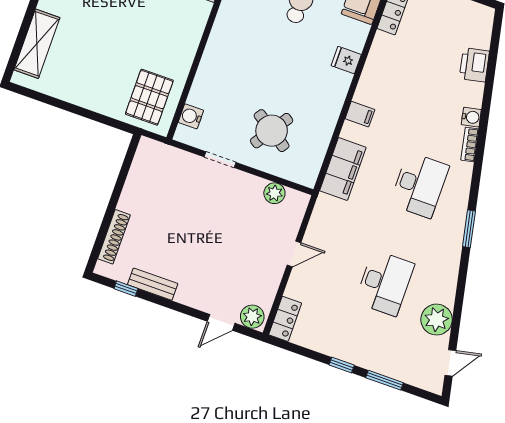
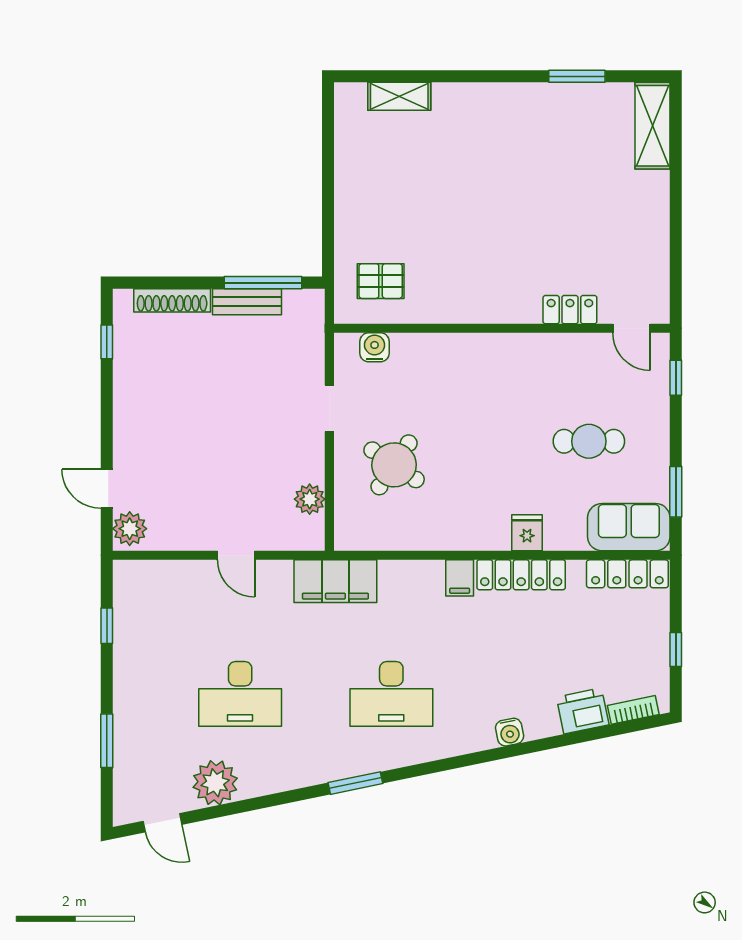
shelving: (37, 44) -> (399, 96), width x0.67, depth x0.75
pallet: (149, 97) -> (381, 281), width x0.67, depth x0.71
bookcase: (470, 144) -> (633, 710), moved
filing cabinet: (343, 169) -> (335, 581), moved
window: (123, 174) -> (263, 283), added
bench: (153, 284) -> (247, 302), moved, turned 90
locker: (285, 319) -> (521, 575), moved, width x1.53
window: (342, 365) -> (107, 626), moved

